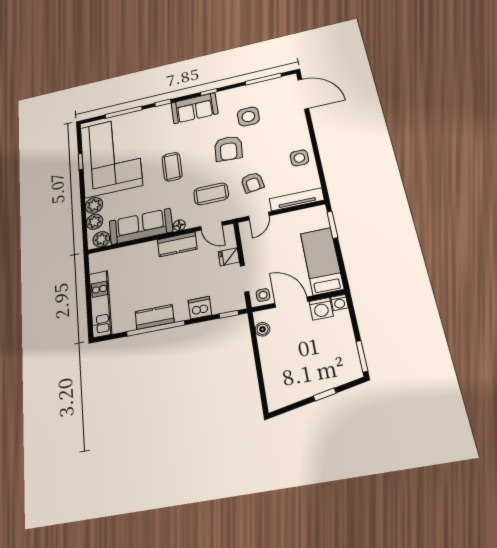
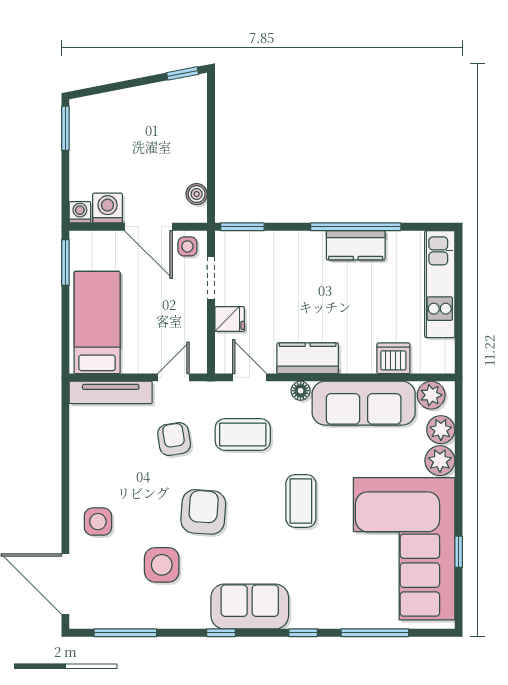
side table: (299, 158) -> (98, 522), moved
window: (332, 225) -> (65, 263), moved
bed: (322, 261) -> (97, 322), moved, turned 180
dishwasher: (200, 308) -> (393, 358), moved, turned 180
window: (229, 314) -> (242, 227), width x1.50
window: (325, 395) -> (183, 73), moved

